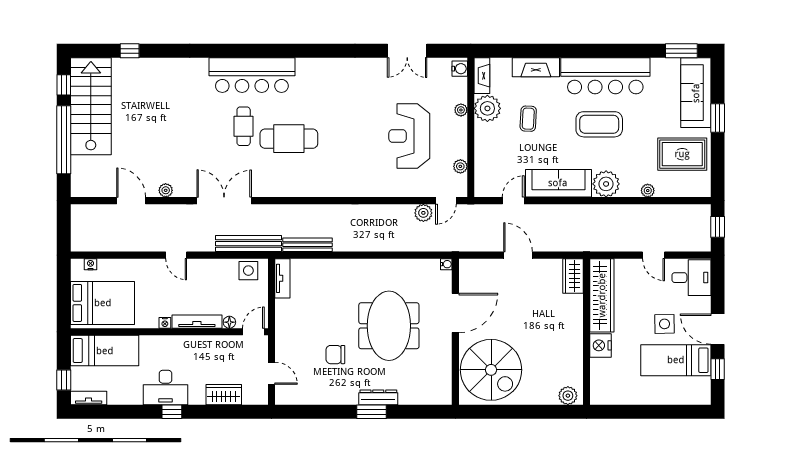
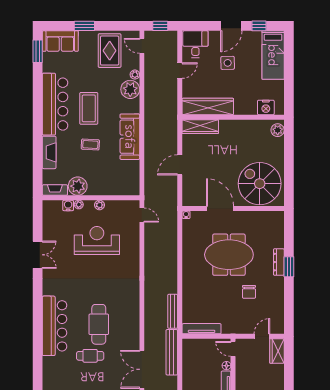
double door: (407, 51) -> (38, 255), moved
water cooler: (460, 69) -> (68, 205), moved
bar counter: (252, 75) -> (55, 326), moved
sofa: (696, 93) -> (60, 41), width x0.73
coffee table: (528, 119) -> (90, 145), moved
reception desk: (409, 136) -> (97, 240), turned 180
plant: (460, 166) -> (99, 205), moved
plant: (606, 184) -> (130, 89), moved
door: (513, 201) -> (142, 46), moved
plant: (423, 213) -> (150, 231), removed
side table: (248, 271) -> (191, 352), removed
wardrobe: (573, 276) -> (200, 127), width x1.50
tv unit: (282, 278) -> (202, 329), width x1.41
nightstand: (600, 345) -> (266, 107), moved
bed: (676, 360) -> (273, 55), moved
spiral stairs: (491, 370) -> (260, 184), turned -90
wardrobe: (224, 395) -> (277, 351), moved

